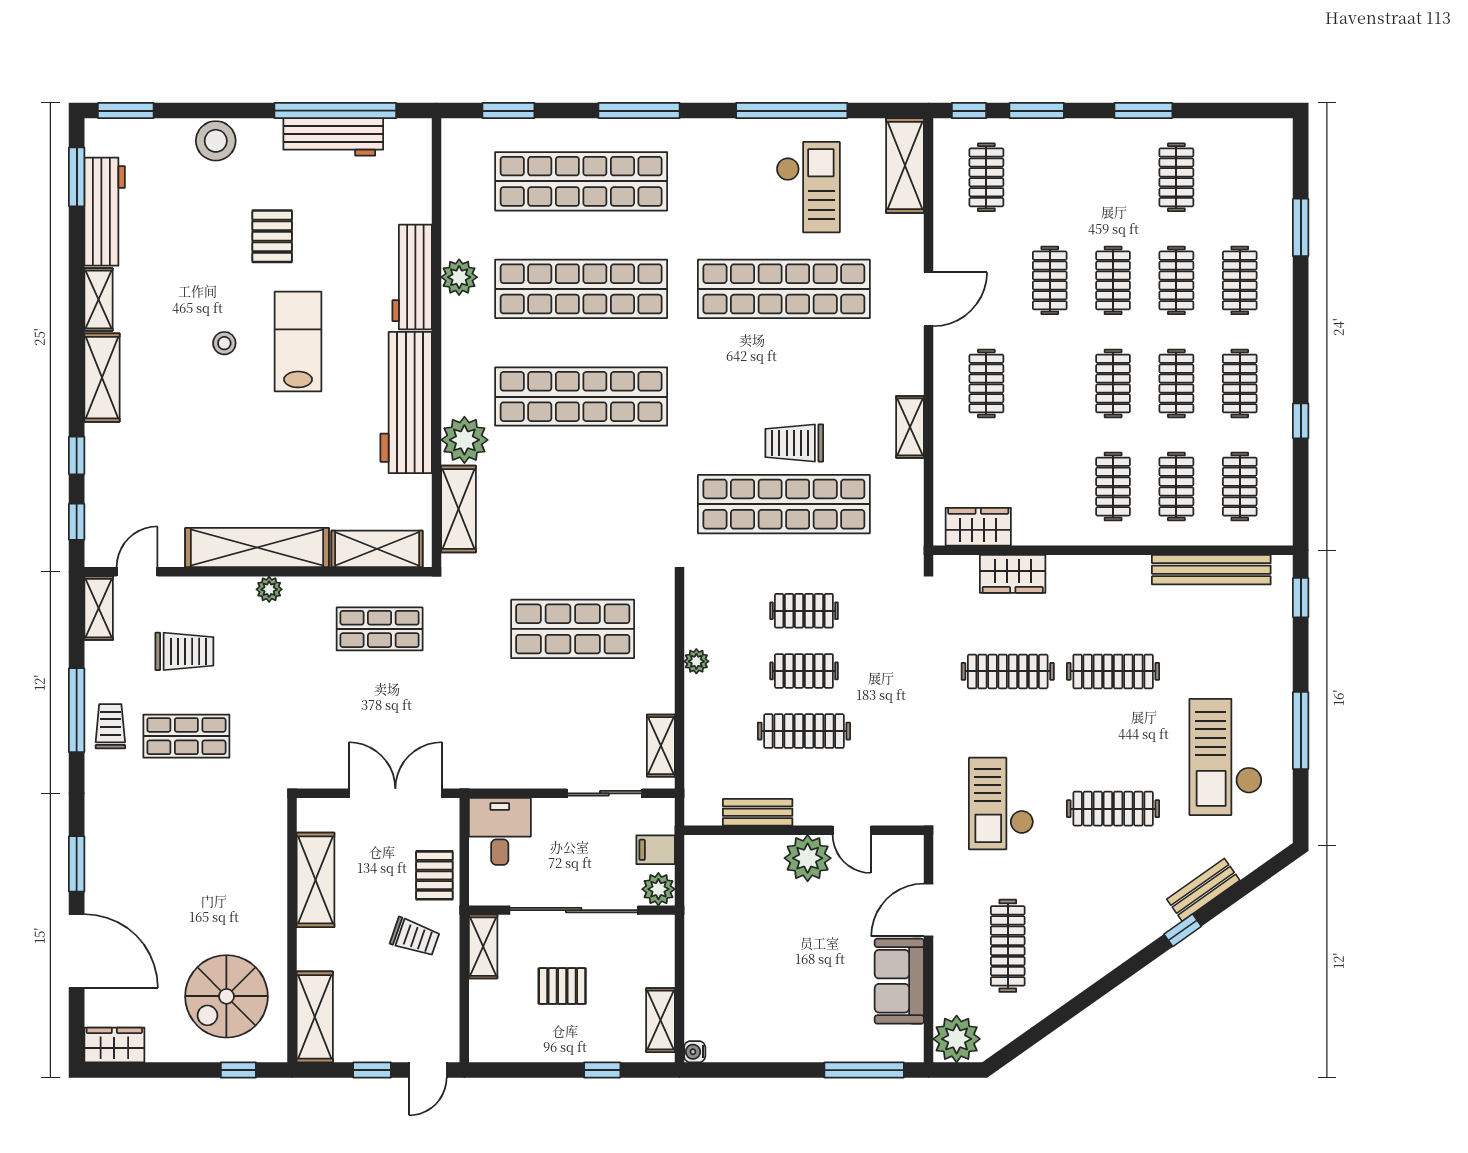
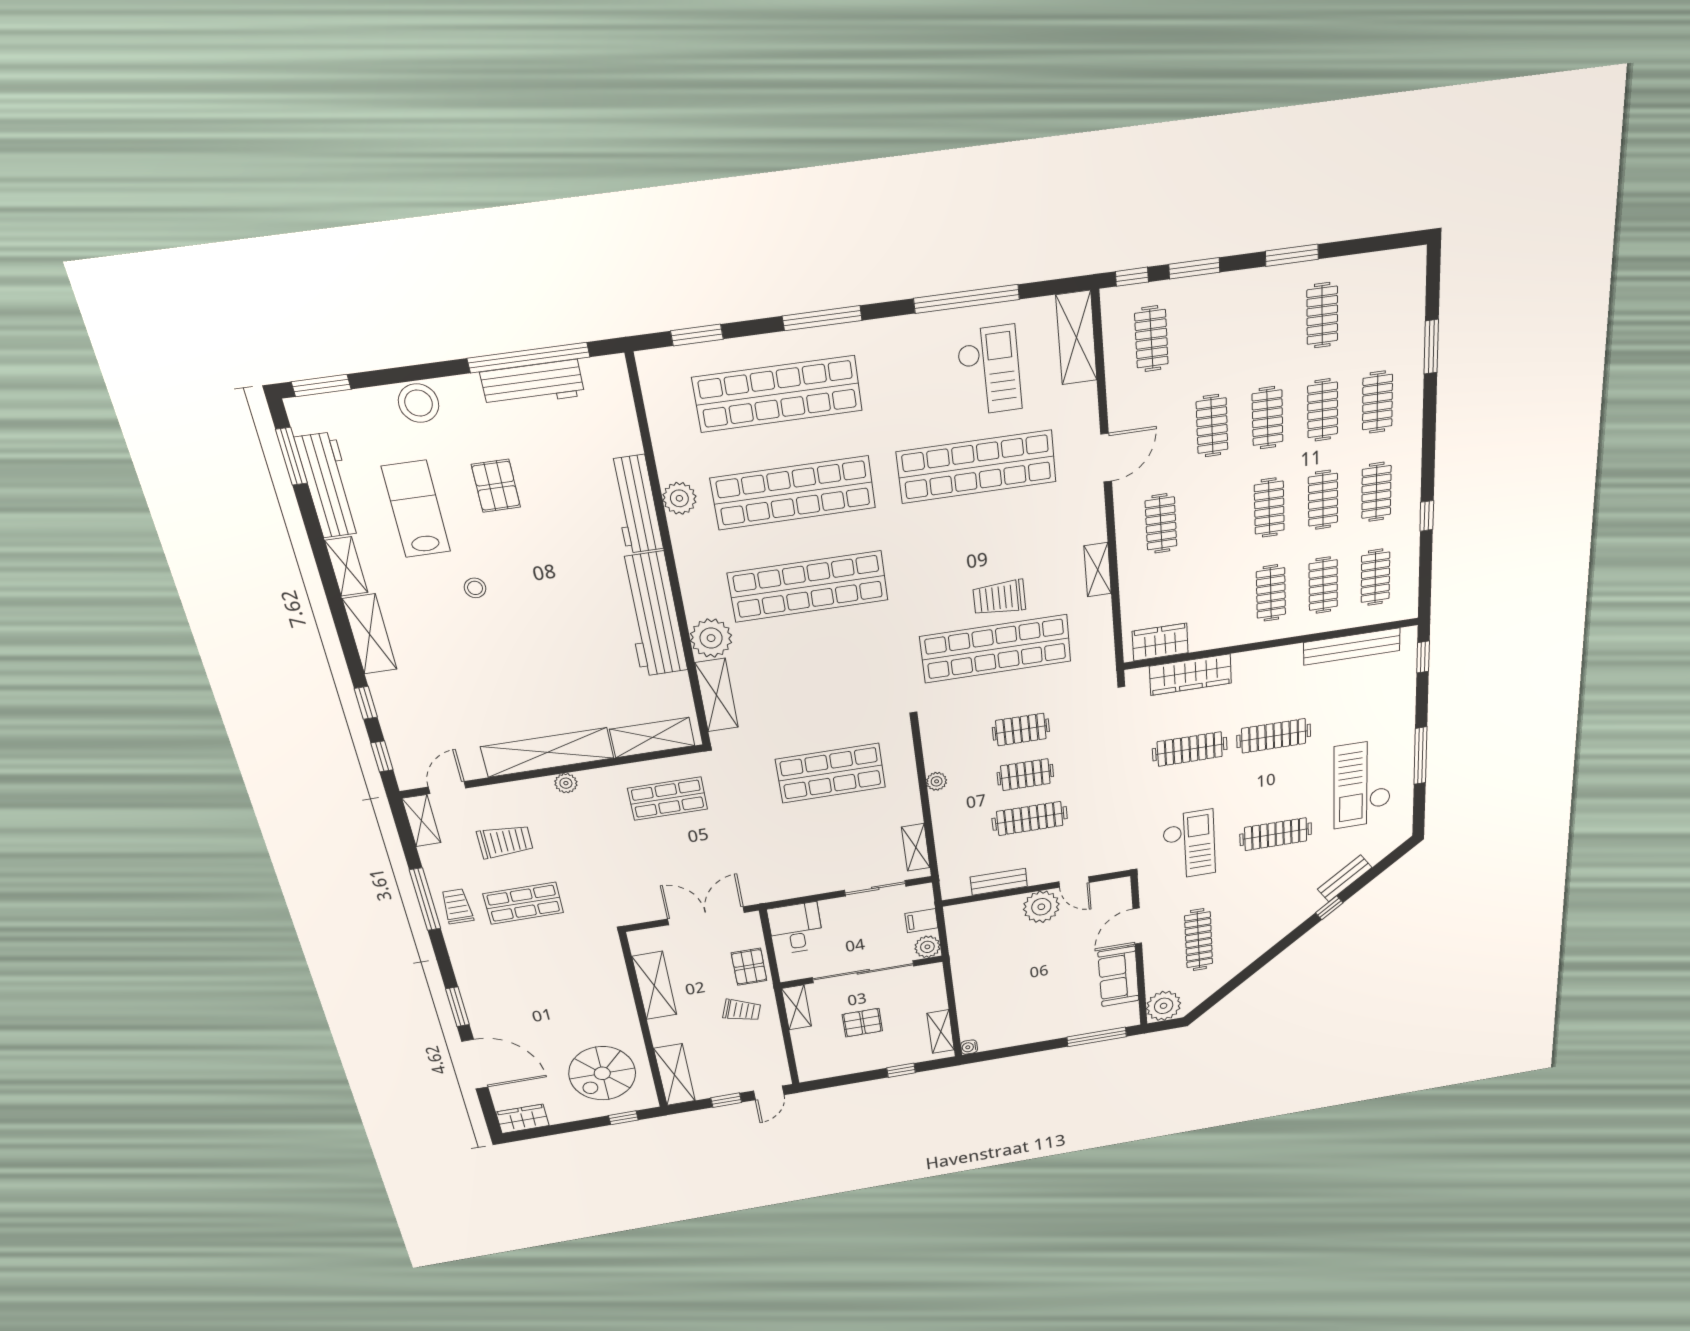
lab bench: (298, 341) -> (416, 509), moved
wardrobe: (1013, 574) -> (1190, 675), width x1.50
checkout: (1001, 804) -> (1189, 845), turned 180

